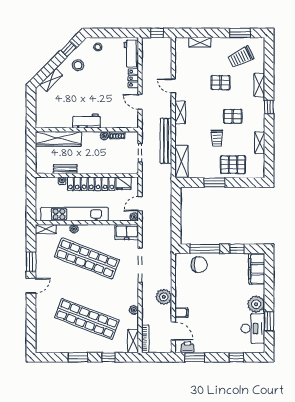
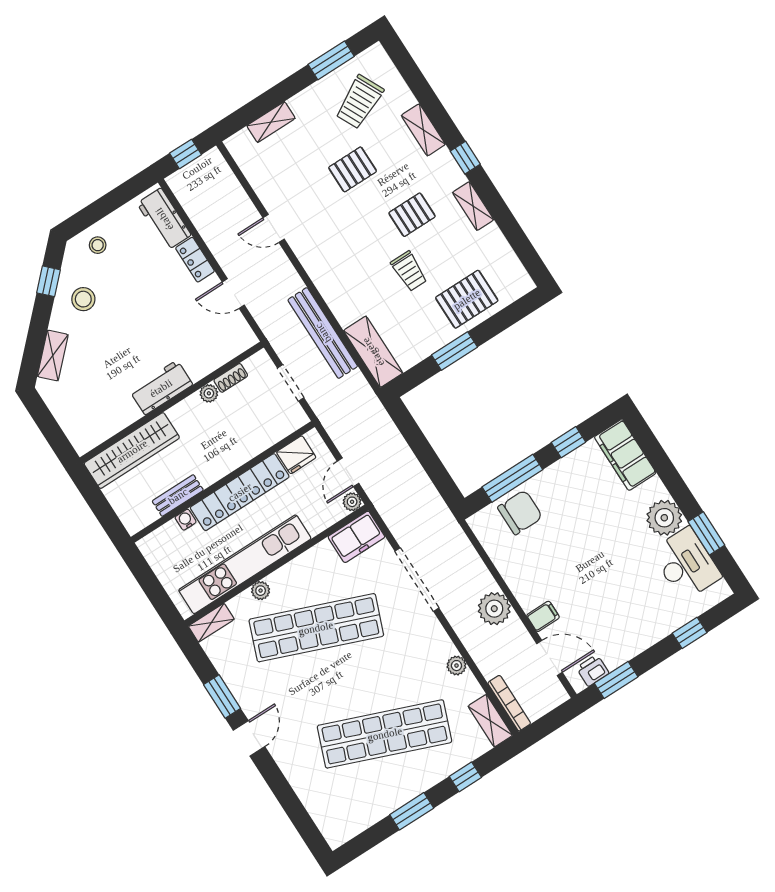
shelving: (180, 112) -> (315, 267), removed
shelving: (260, 143) -> (473, 206), moved

